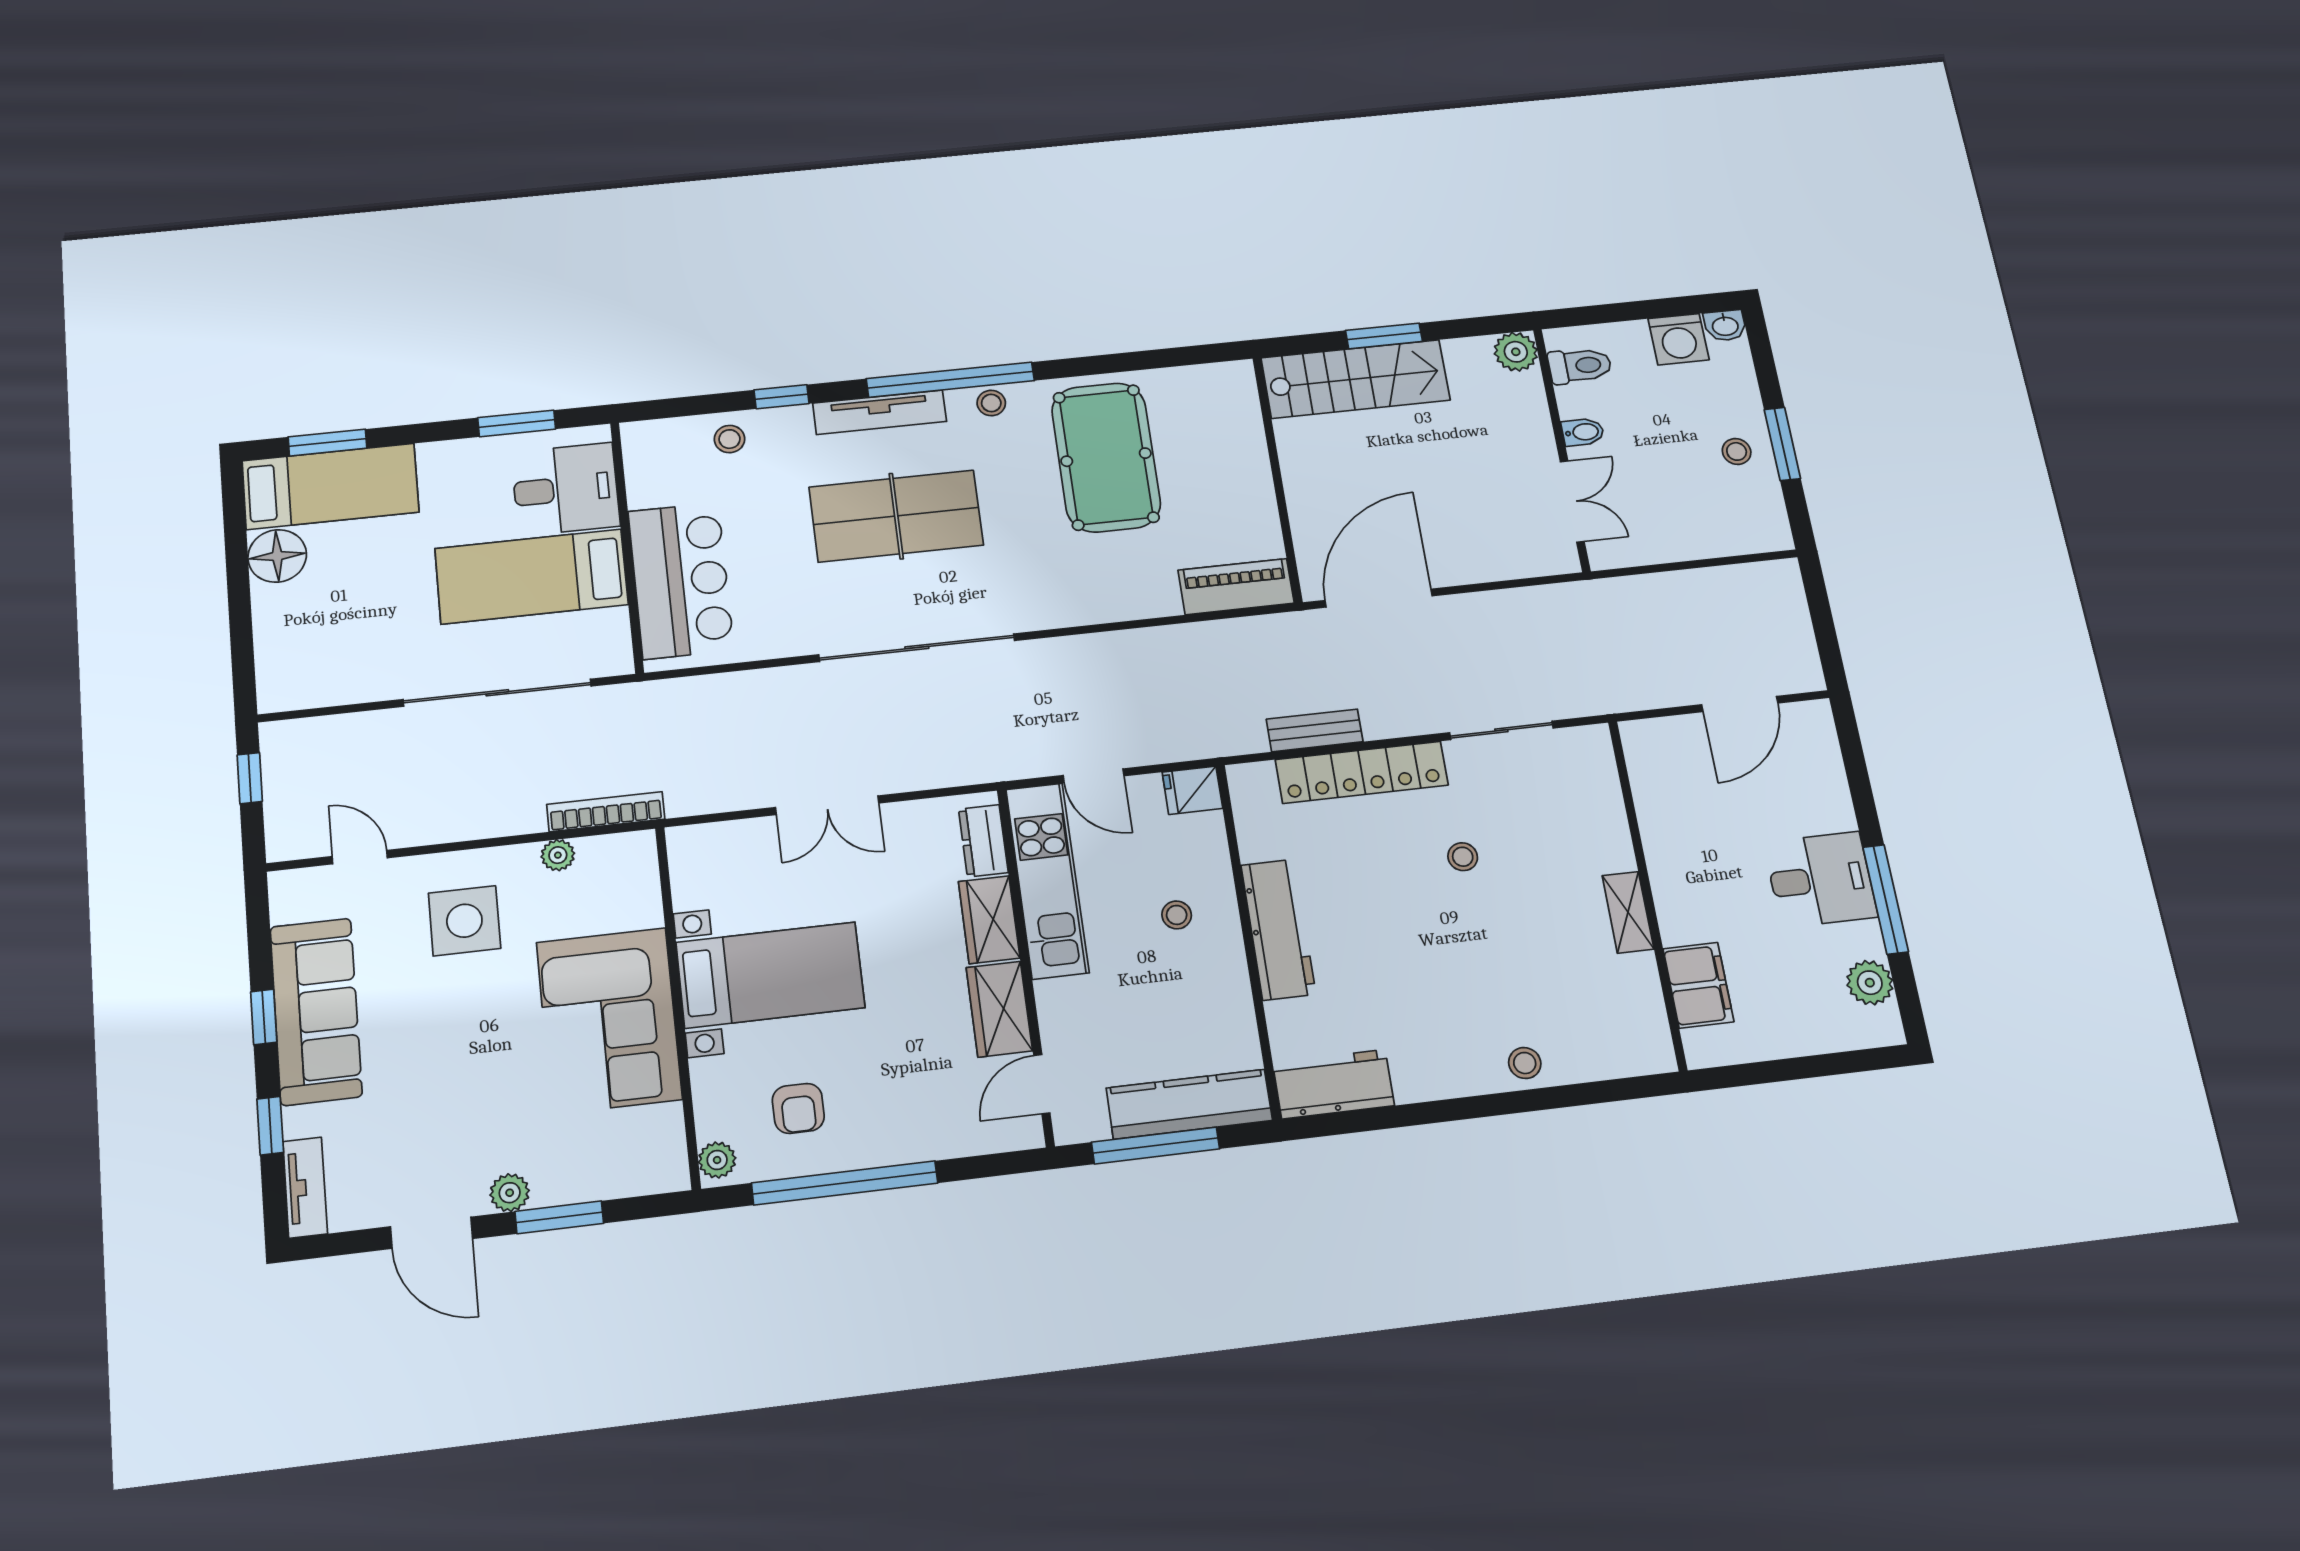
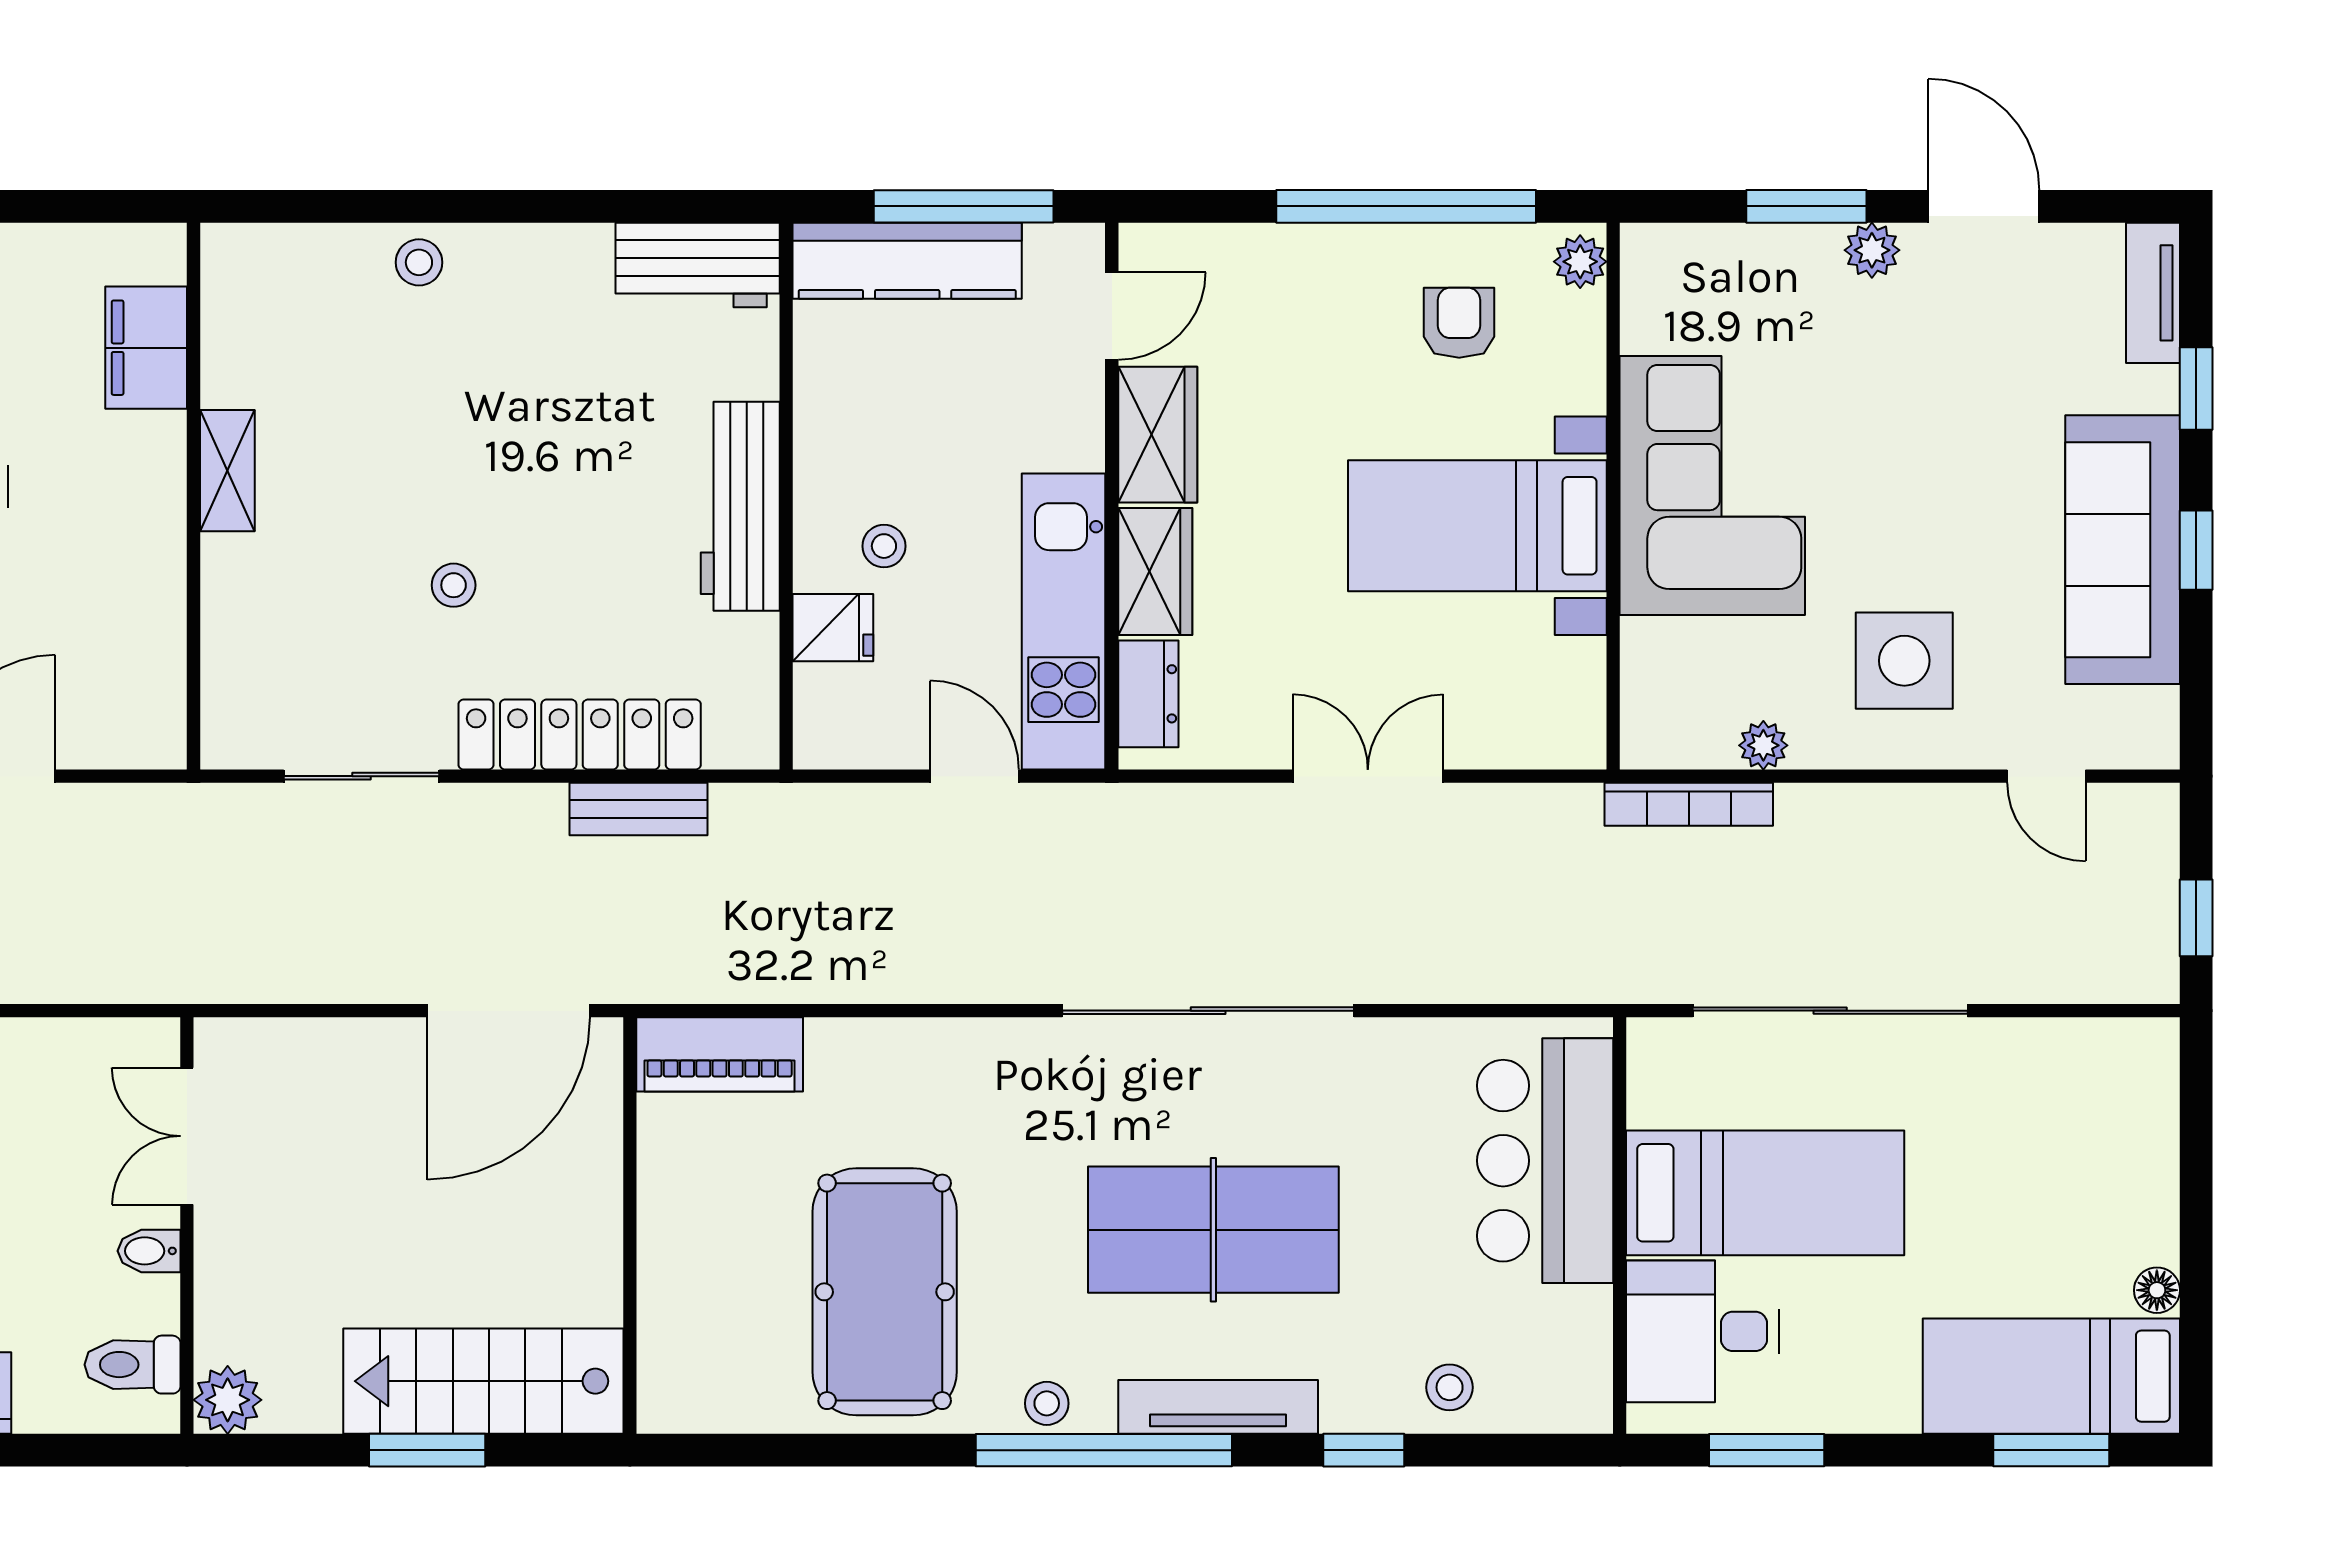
floor lamp: (277, 556) -> (2157, 1290), width x0.53, depth x0.53
fridge: (1192, 790) -> (833, 628), moved

